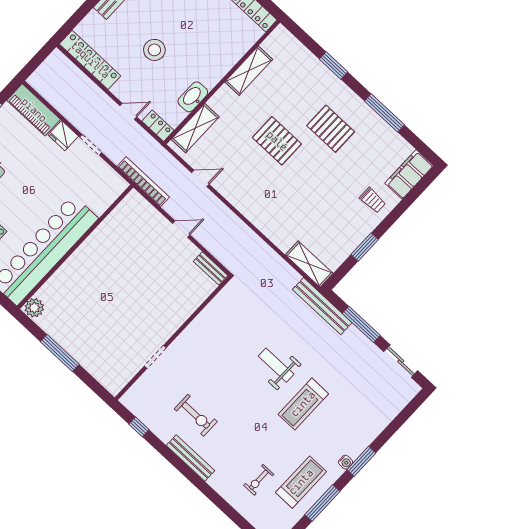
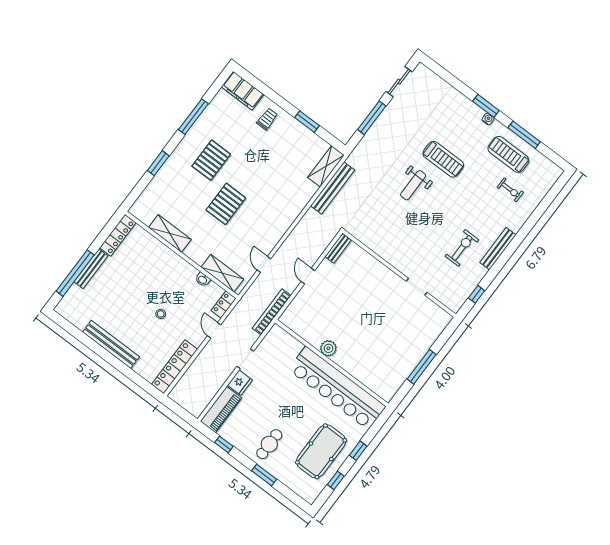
stool: (154, 50) -> (161, 314), width x0.53, depth x0.53
washbasin: (193, 97) -> (203, 280), width x0.52, depth x0.69
bench: (322, 306) -> (333, 188), moved
plant: (34, 308) -> (328, 348), moved

